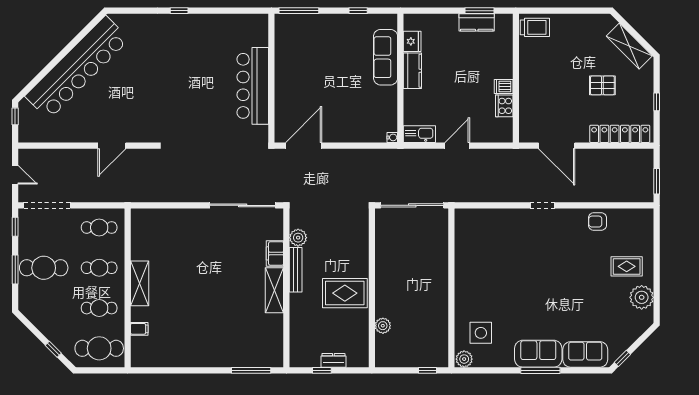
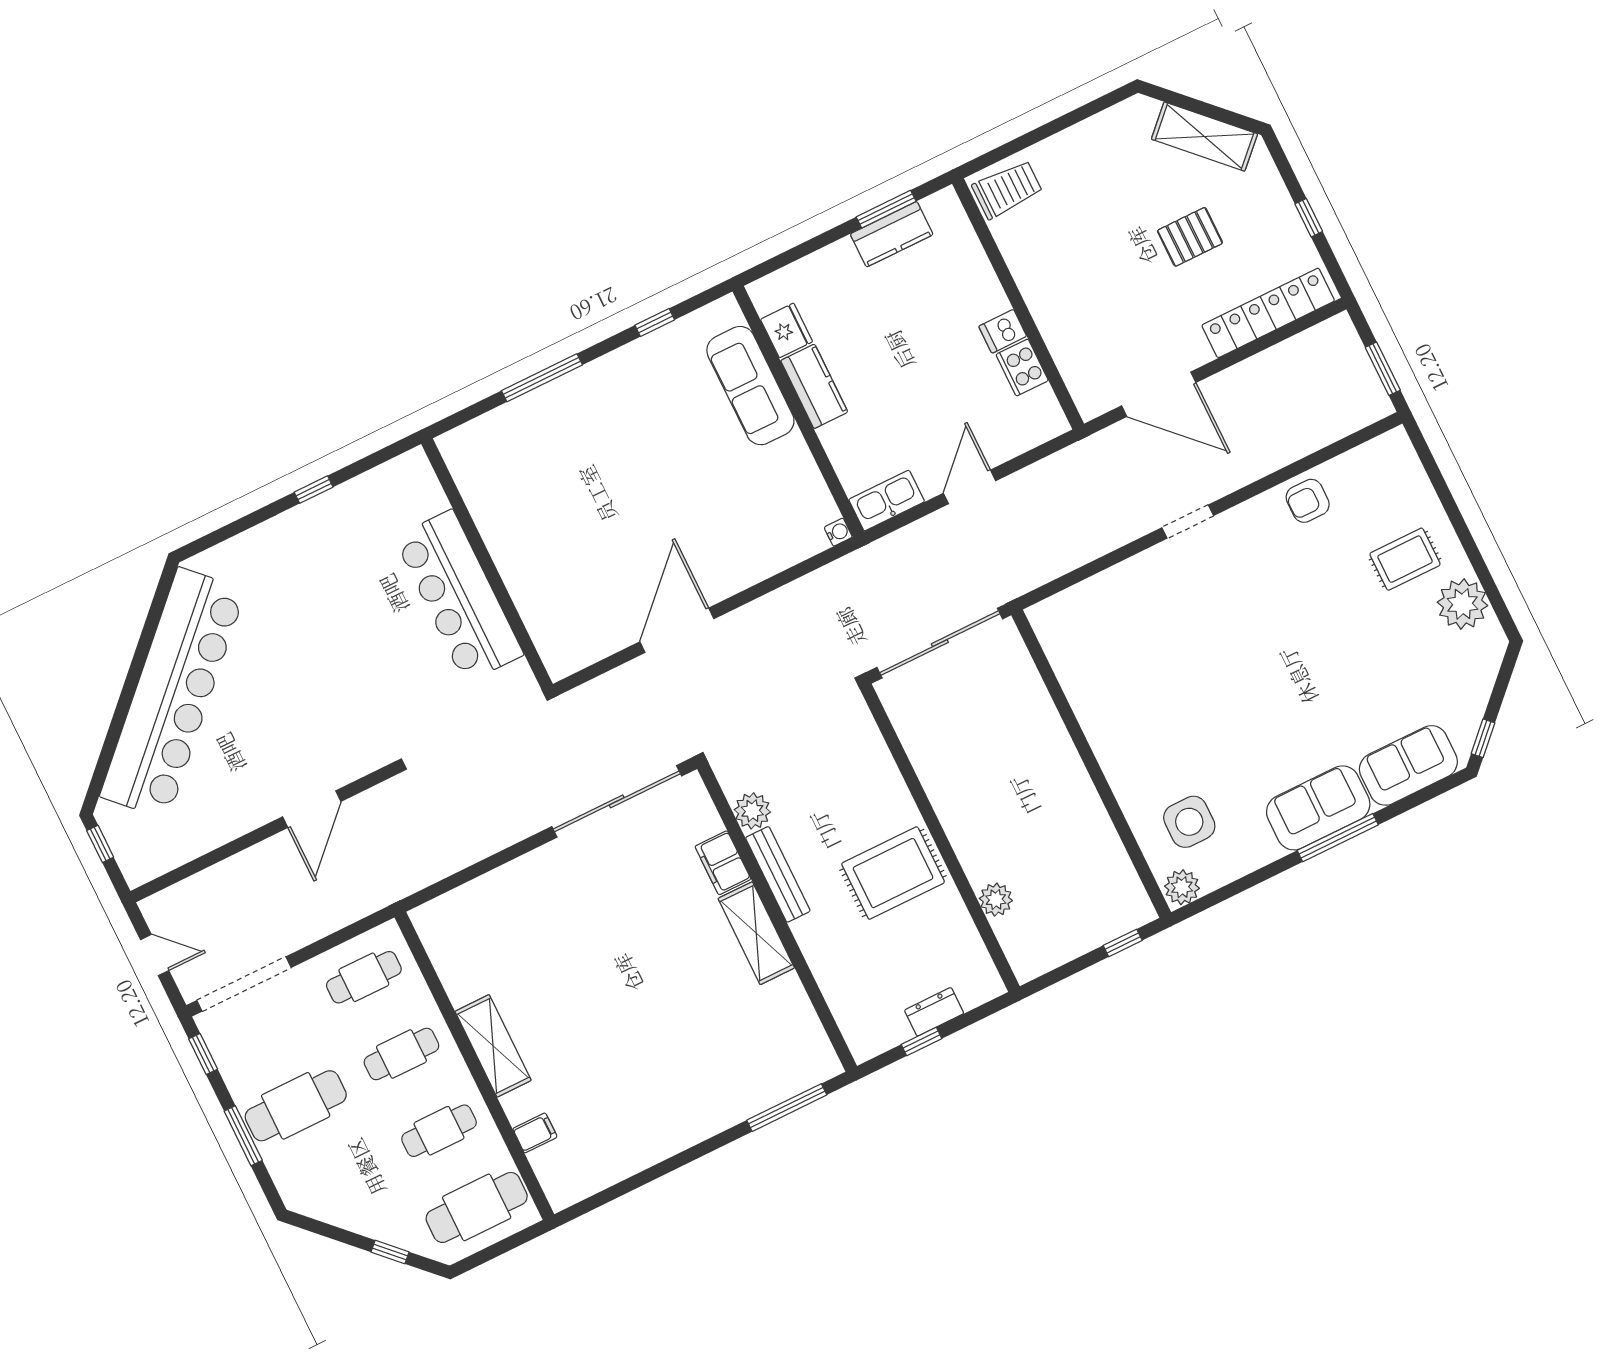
wall: (271, 78) -> (487, 564), moved
bar counter: (253, 86) -> (459, 596), moved

